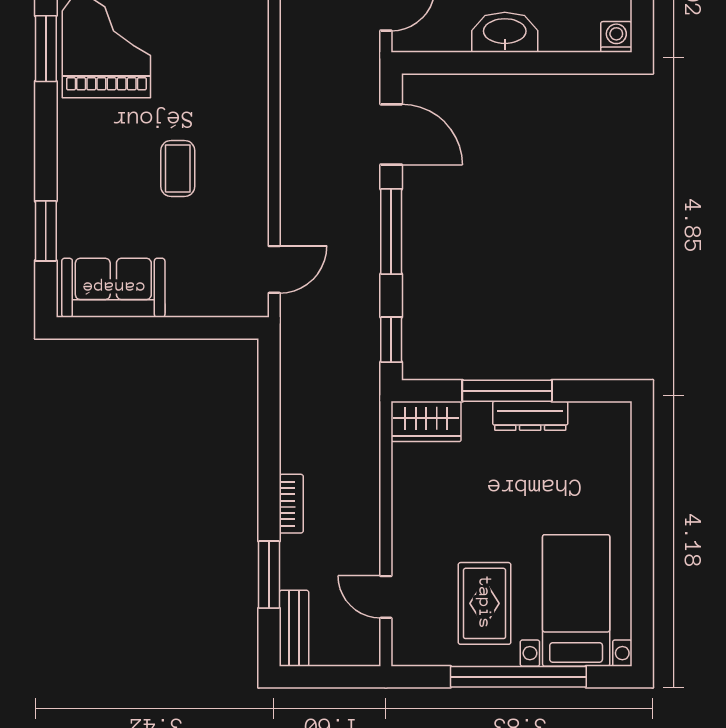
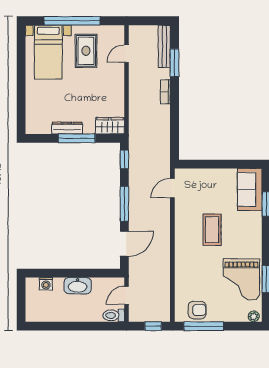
washing machine: (616, 37) -> (46, 284), moved
door: (391, 134) -> (124, 244), swing flipped
coffee table: (178, 168) -> (212, 230), width x1.36, depth x1.30
sofa: (113, 288) -> (250, 190), moved, turned 90
door: (386, 597) -> (126, 54), swing flipped
bench: (294, 628) -> (164, 46), width x1.36

